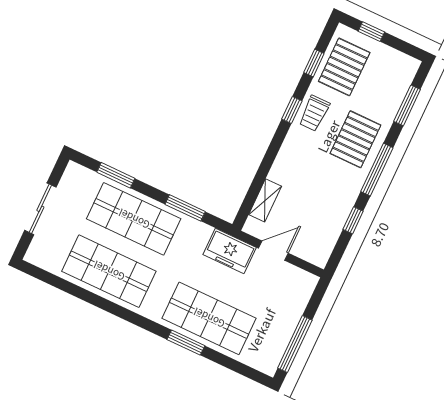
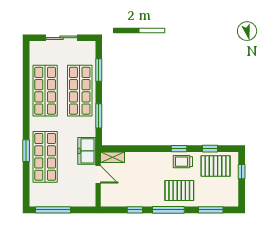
shelving: (265, 200) -> (113, 157), moved

